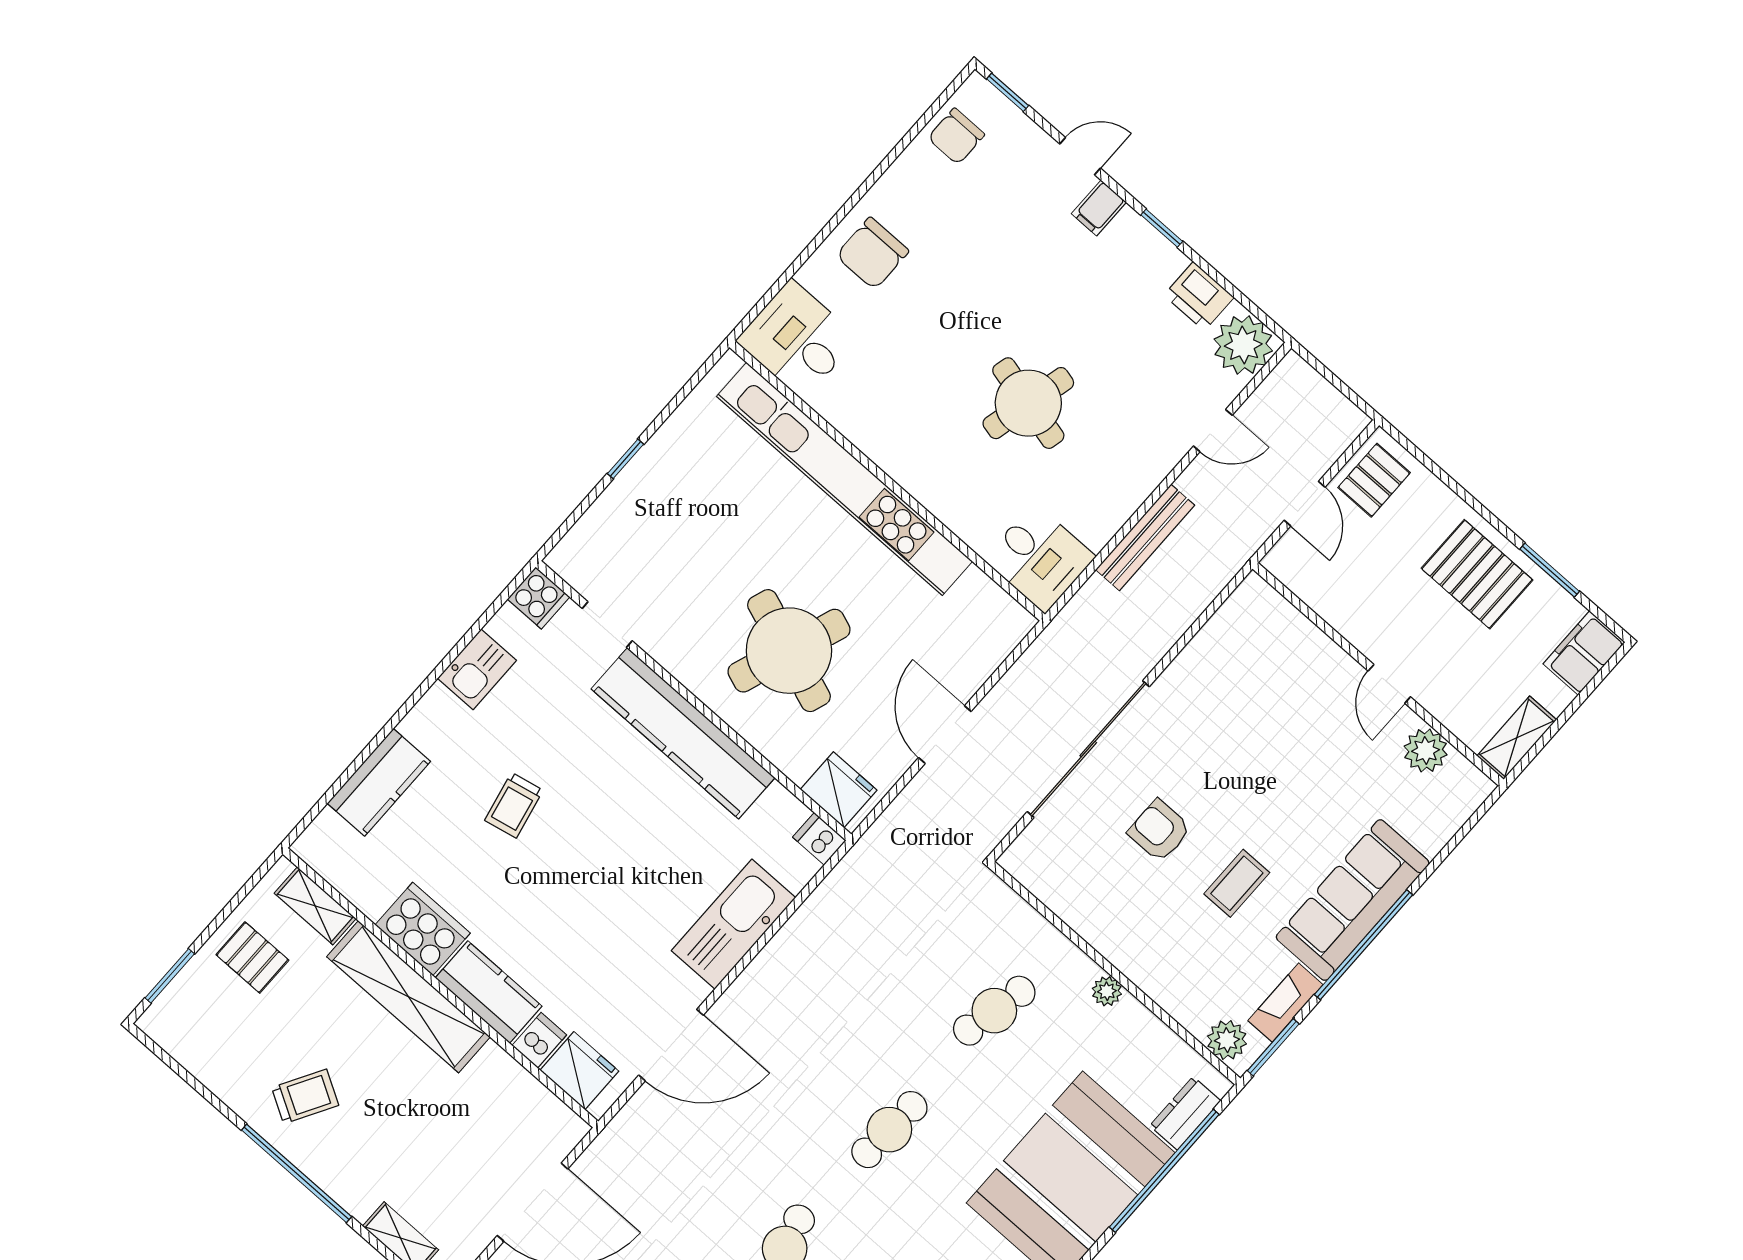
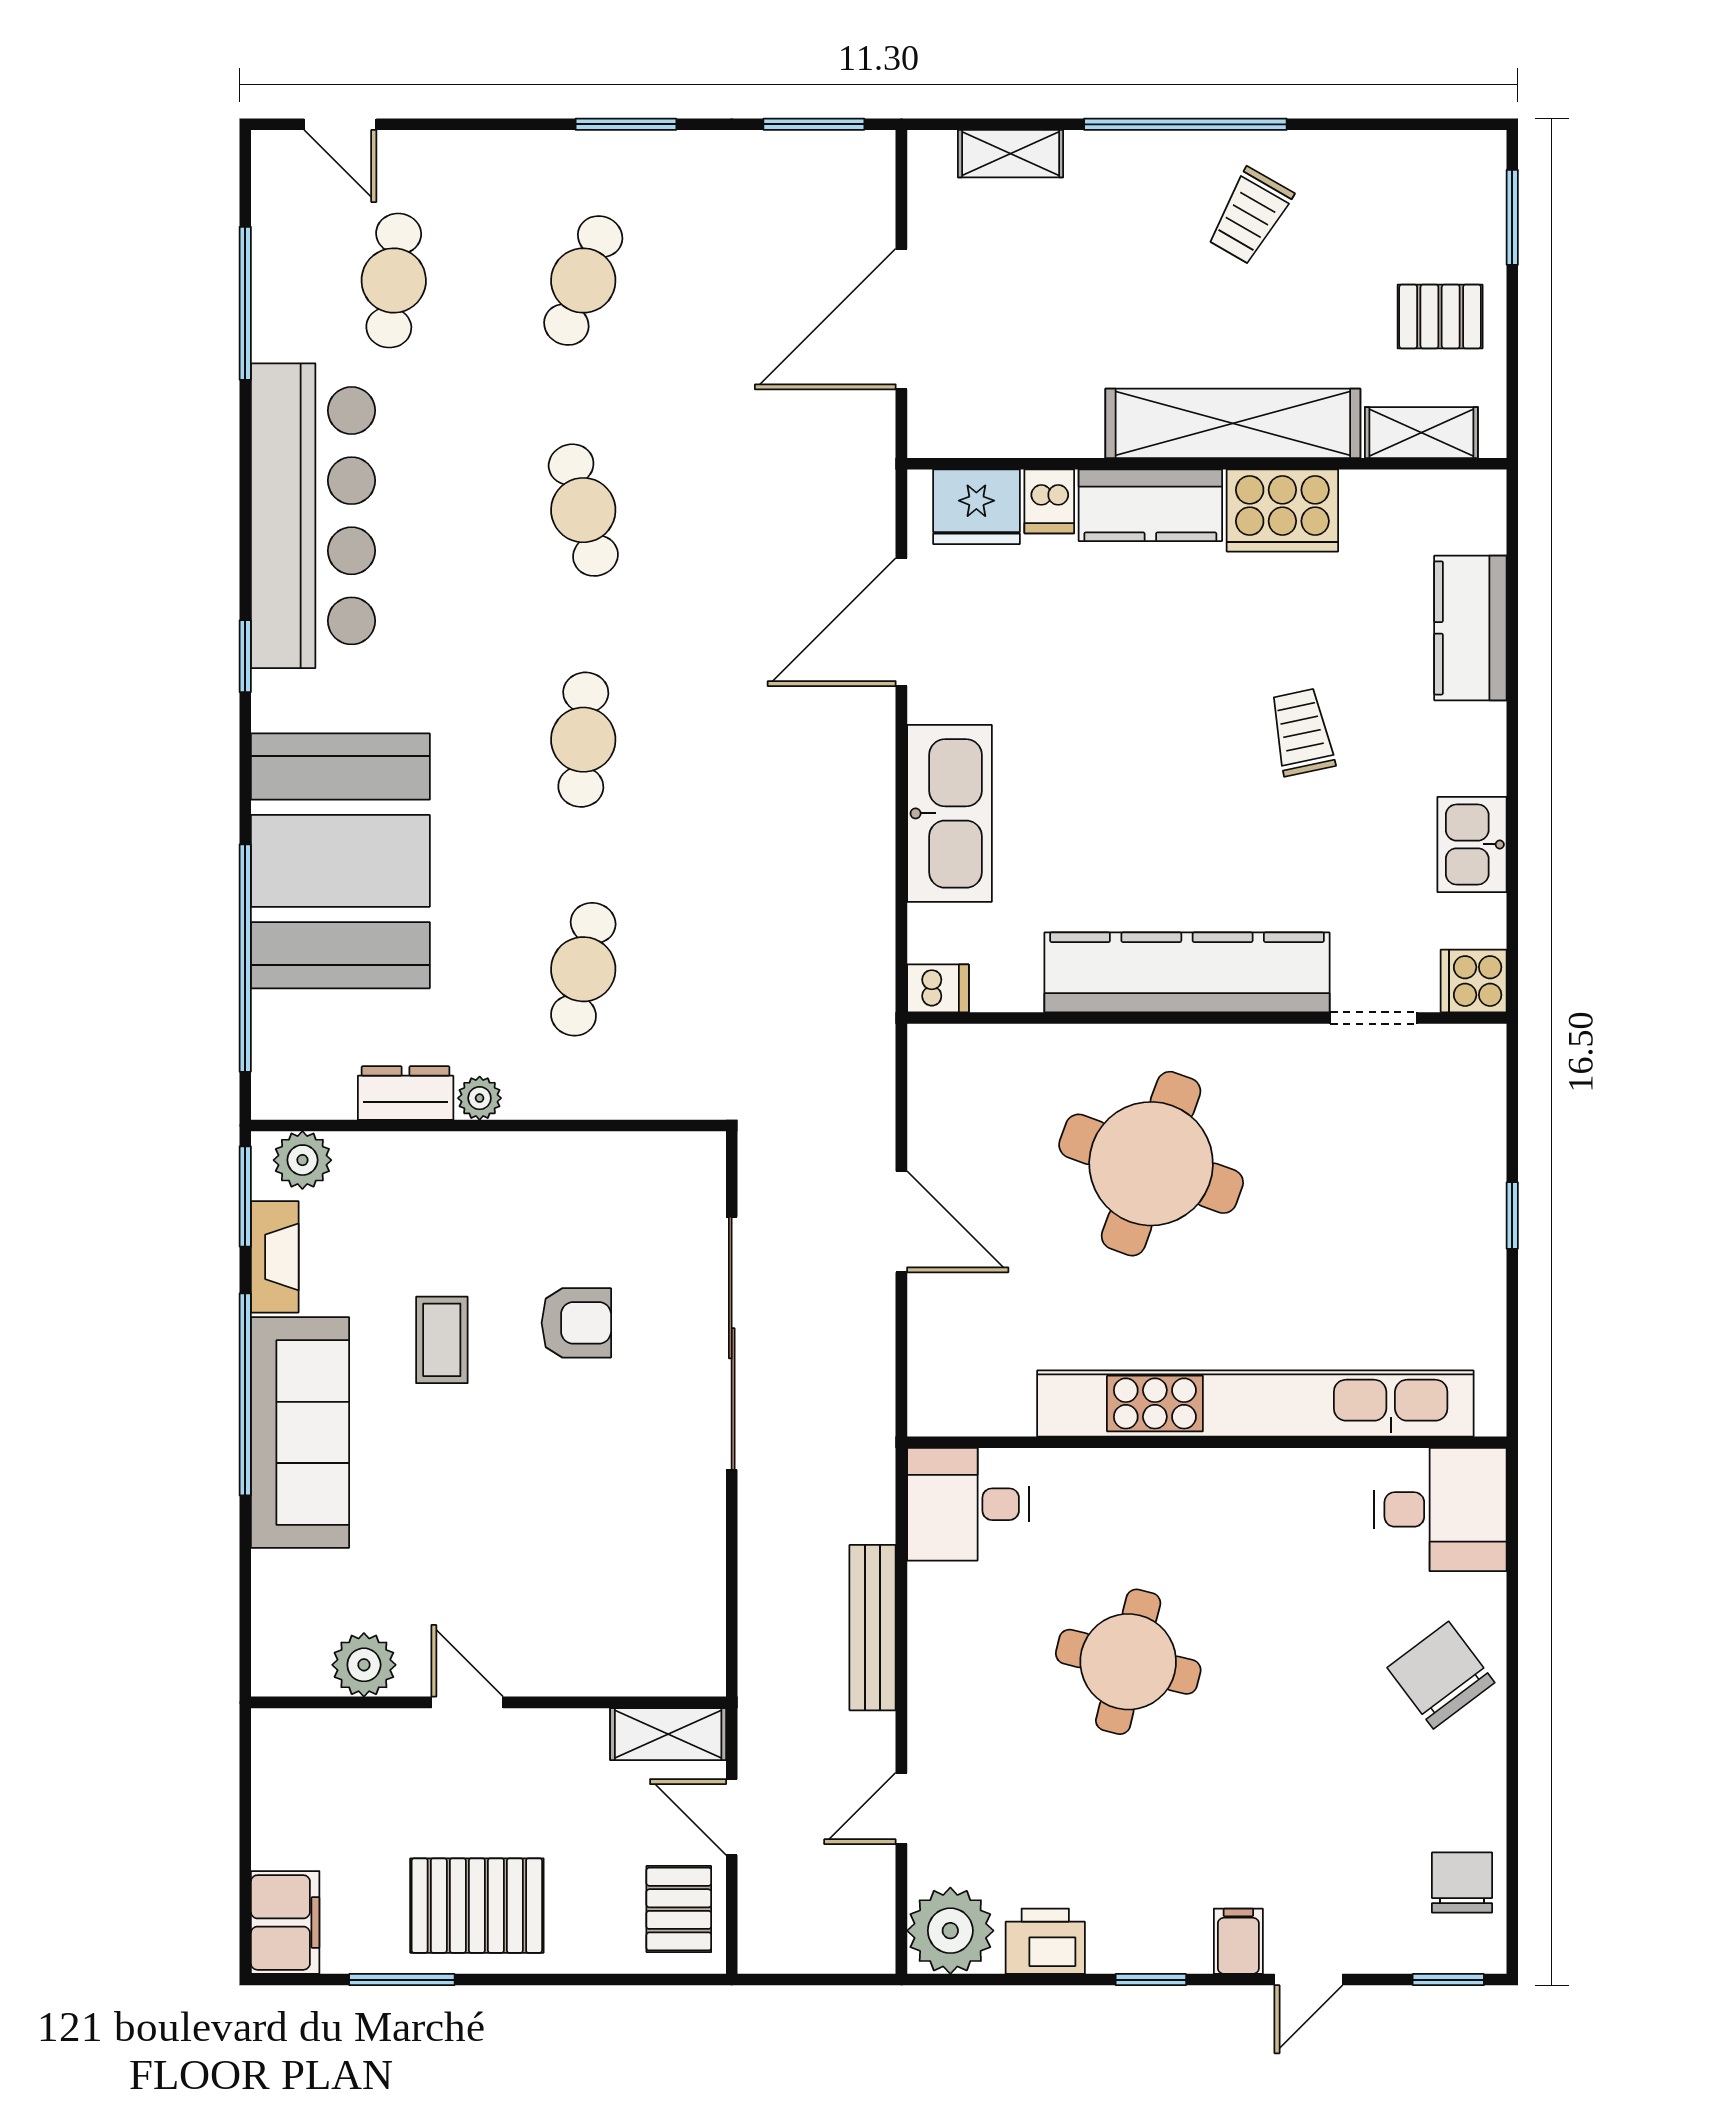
chair: (872, 253) -> (1441, 1675), turned -37
shelving: (1517, 738) -> (668, 1734), moved, turned 90
fridge: (839, 790) -> (964, 1060), removed
dresser: (1185, 1113) -> (406, 1093), moved, turned -90

